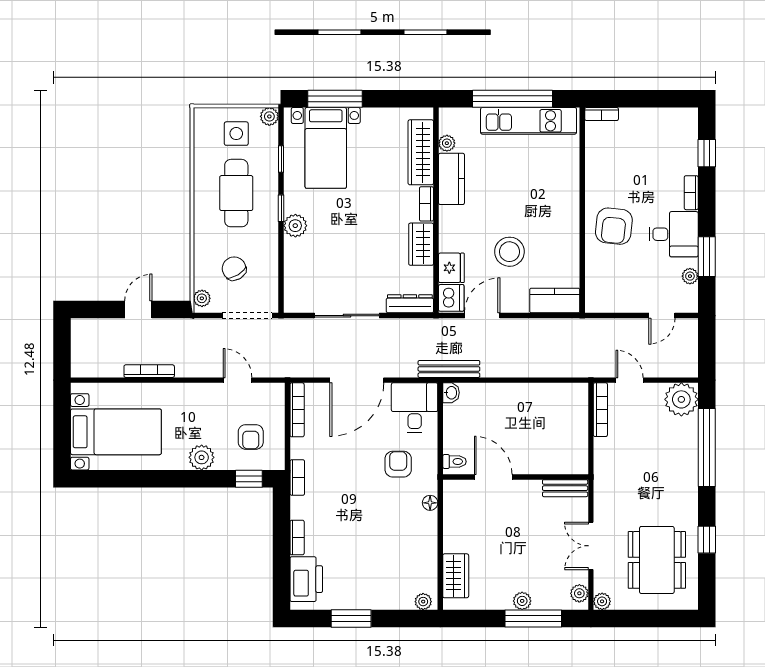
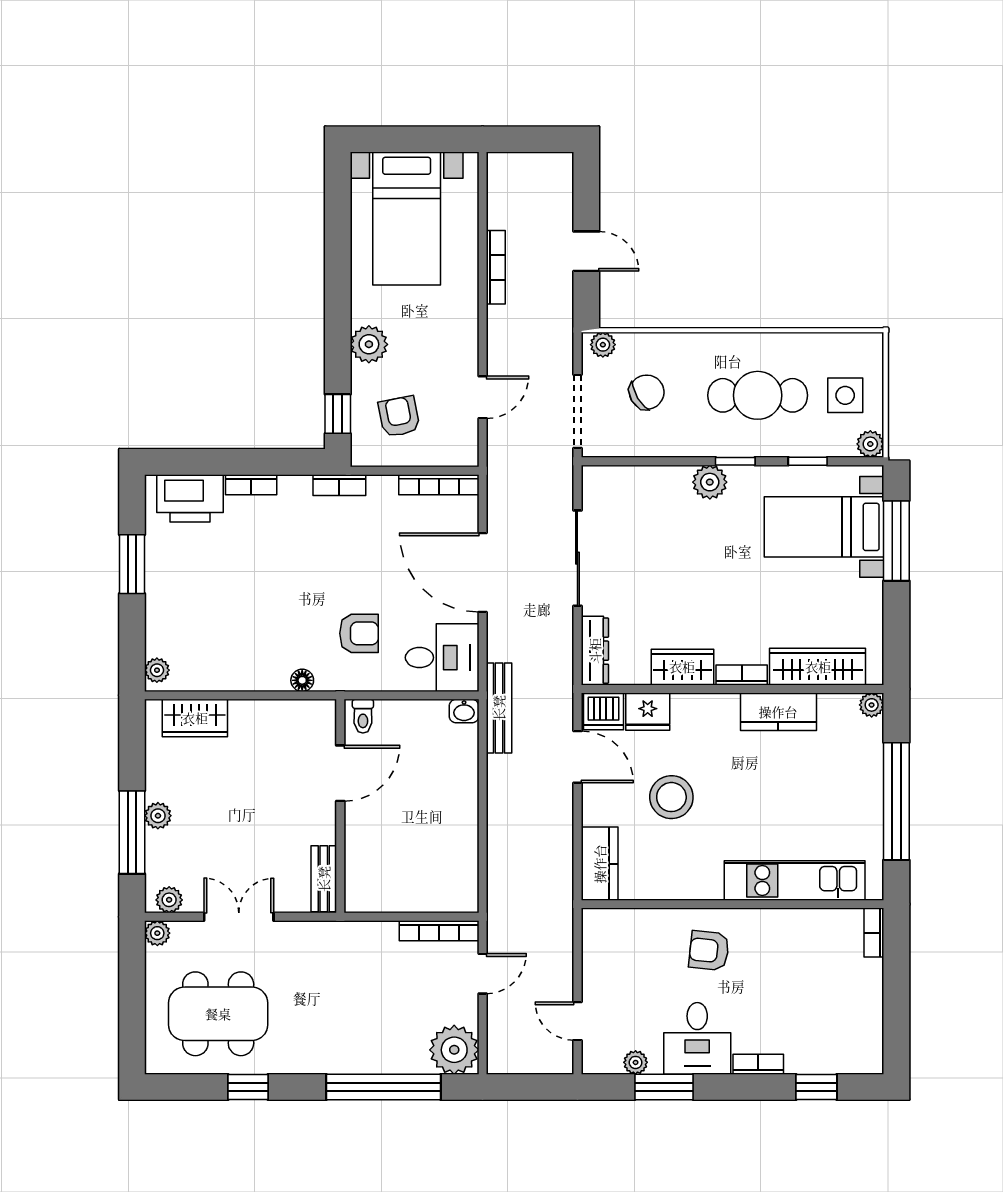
kitchen unit: (529, 121) -> (795, 881), moved, turned 90
plant: (447, 143) -> (872, 705), moved
armchair: (614, 226) -> (709, 951), width x0.72, depth x0.72
armchair: (251, 437) -> (399, 417), turned 79

